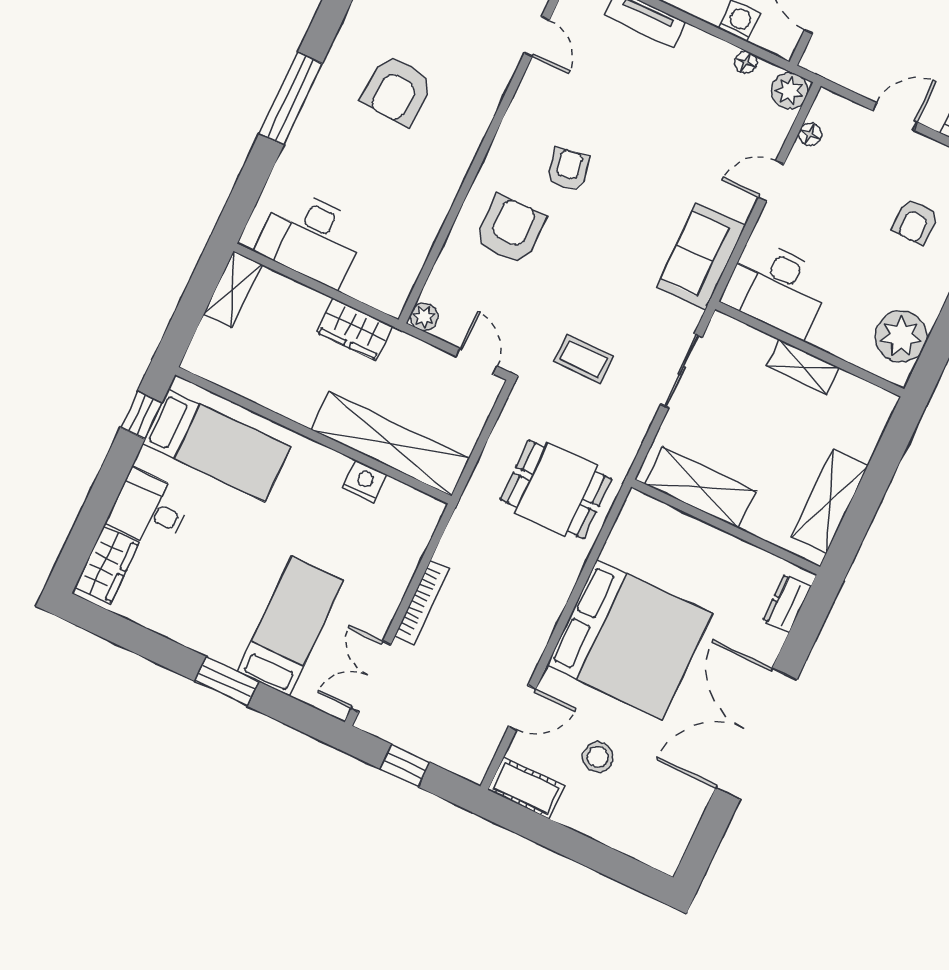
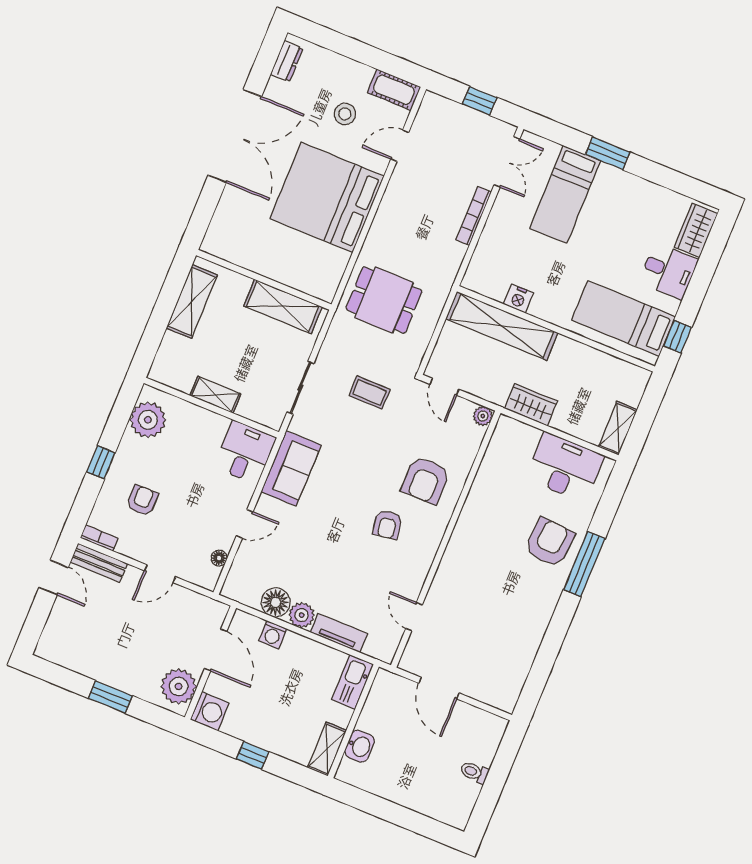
floor lamp: (746, 62) -> (276, 602), width x1.89, depth x1.89
armchair: (397, 90) -> (550, 542), moved
plant: (790, 91) -> (302, 615), moved
desk: (777, 288) -> (245, 452), width x0.73
dresser: (787, 604) -> (287, 61), moved

